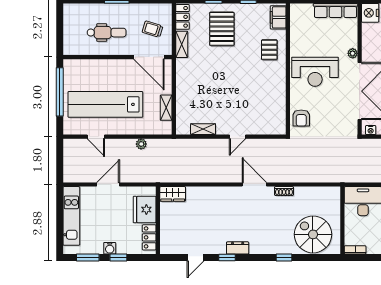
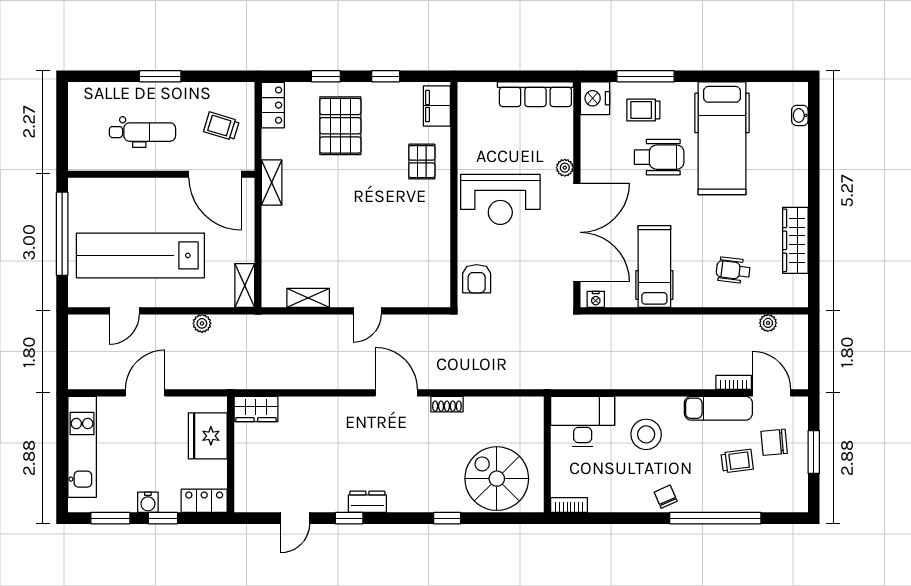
shelving: (182, 44) -> (272, 182), moved
shelving: (166, 108) -> (245, 286), moved
door: (96, 137) -> (124, 311), hinge flipped
locker: (149, 237) -> (204, 501), moved, turned 90

